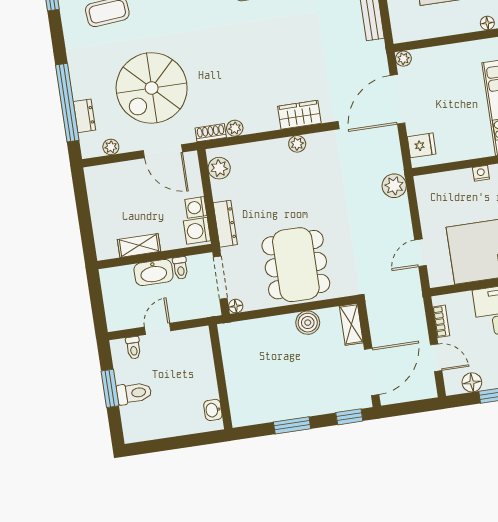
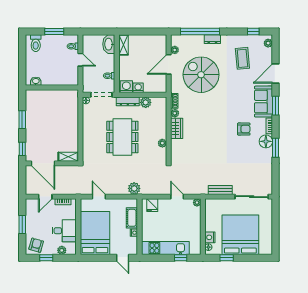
nightstand: (468, 23) -> (210, 237), added
door: (398, 99) -> (177, 197), width x0.53
wardrobe: (299, 115) -> (177, 128), moved
dresser: (84, 116) -> (212, 39), moved
door: (163, 151) -> (169, 64), moved
plant: (219, 168) -> (146, 102), moved
cot: (452, 182) -> (132, 218), added
shelving: (139, 245) -> (123, 45), moved
dining table: (296, 265) -> (122, 137), moved, turned 90
washbasin: (154, 273) -> (109, 44), moved
boiler: (308, 323) -> (72, 135), removed
floor lamp: (472, 382) -> (30, 213), removed
toilet: (134, 393) -> (36, 43), moved

